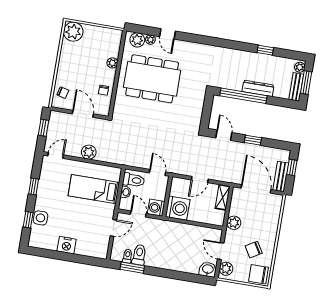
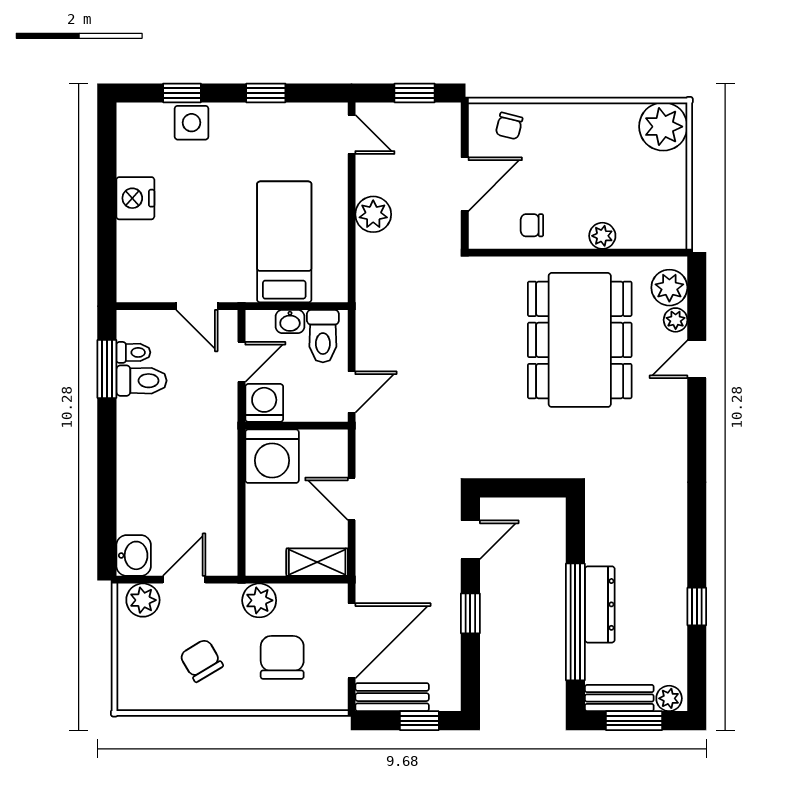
window: (243, 96) -> (575, 622), moved
chair: (259, 274) -> (282, 657), moved

